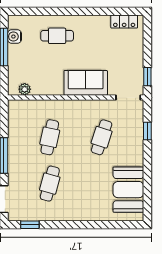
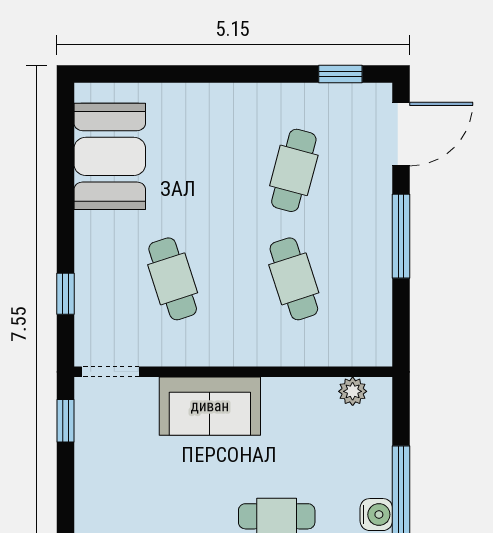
cafe table: (50, 137) -> (294, 279), turned -30
cafe table: (102, 137) -> (173, 279), turned -36

